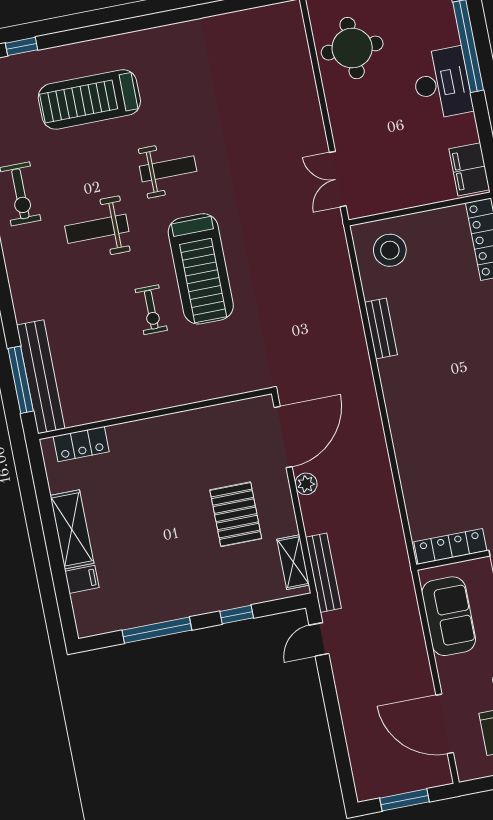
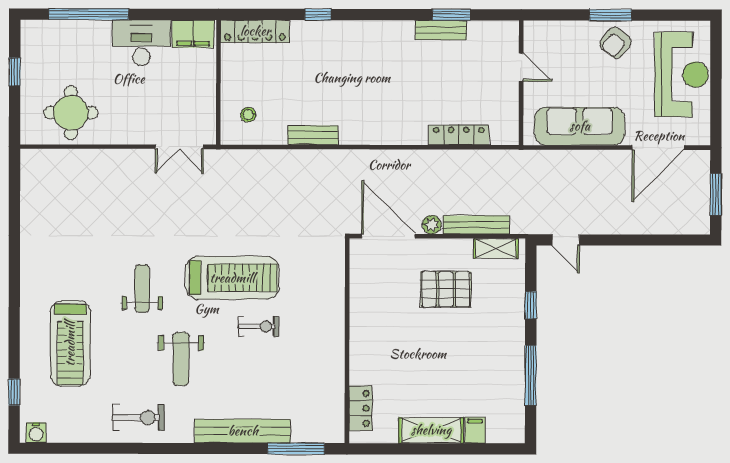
desk: (442, 83) -> (141, 43), moved
stool: (390, 250) -> (248, 115), width x0.53, depth x0.53
bench: (41, 377) -> (243, 431), moved
locker: (450, 546) -> (459, 135), moved, turned 90
bench: (323, 573) -> (476, 225), moved
sofa: (449, 616) -> (580, 126), width x1.36

